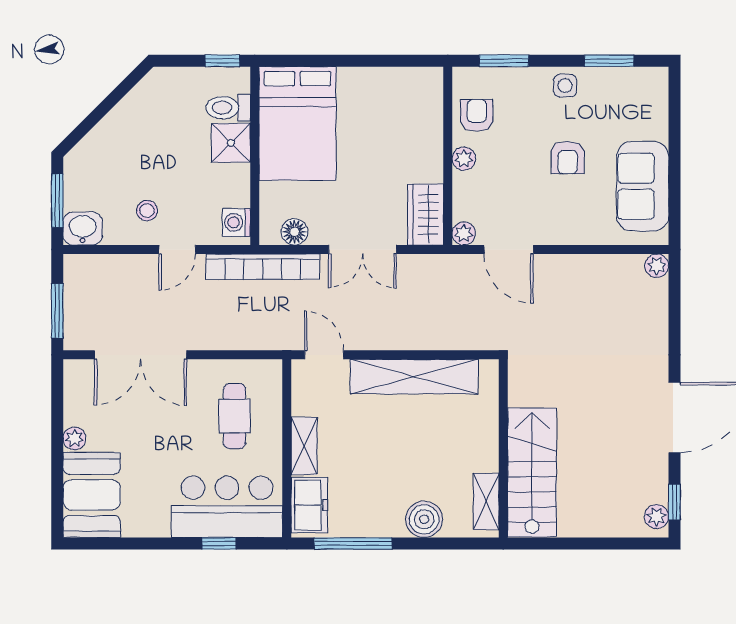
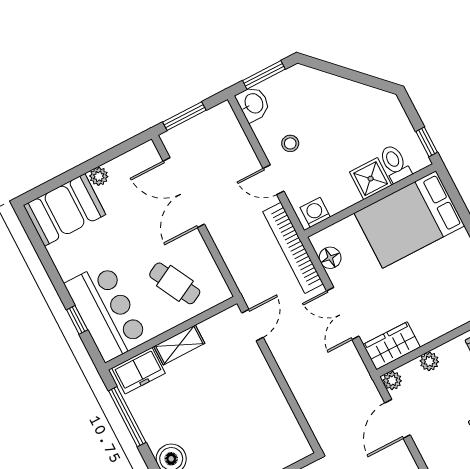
plant: (464, 159) -> (429, 361), moved
shelving: (414, 377) -> (270, 398), removed
cafe table: (234, 416) -> (175, 283), turned 62

